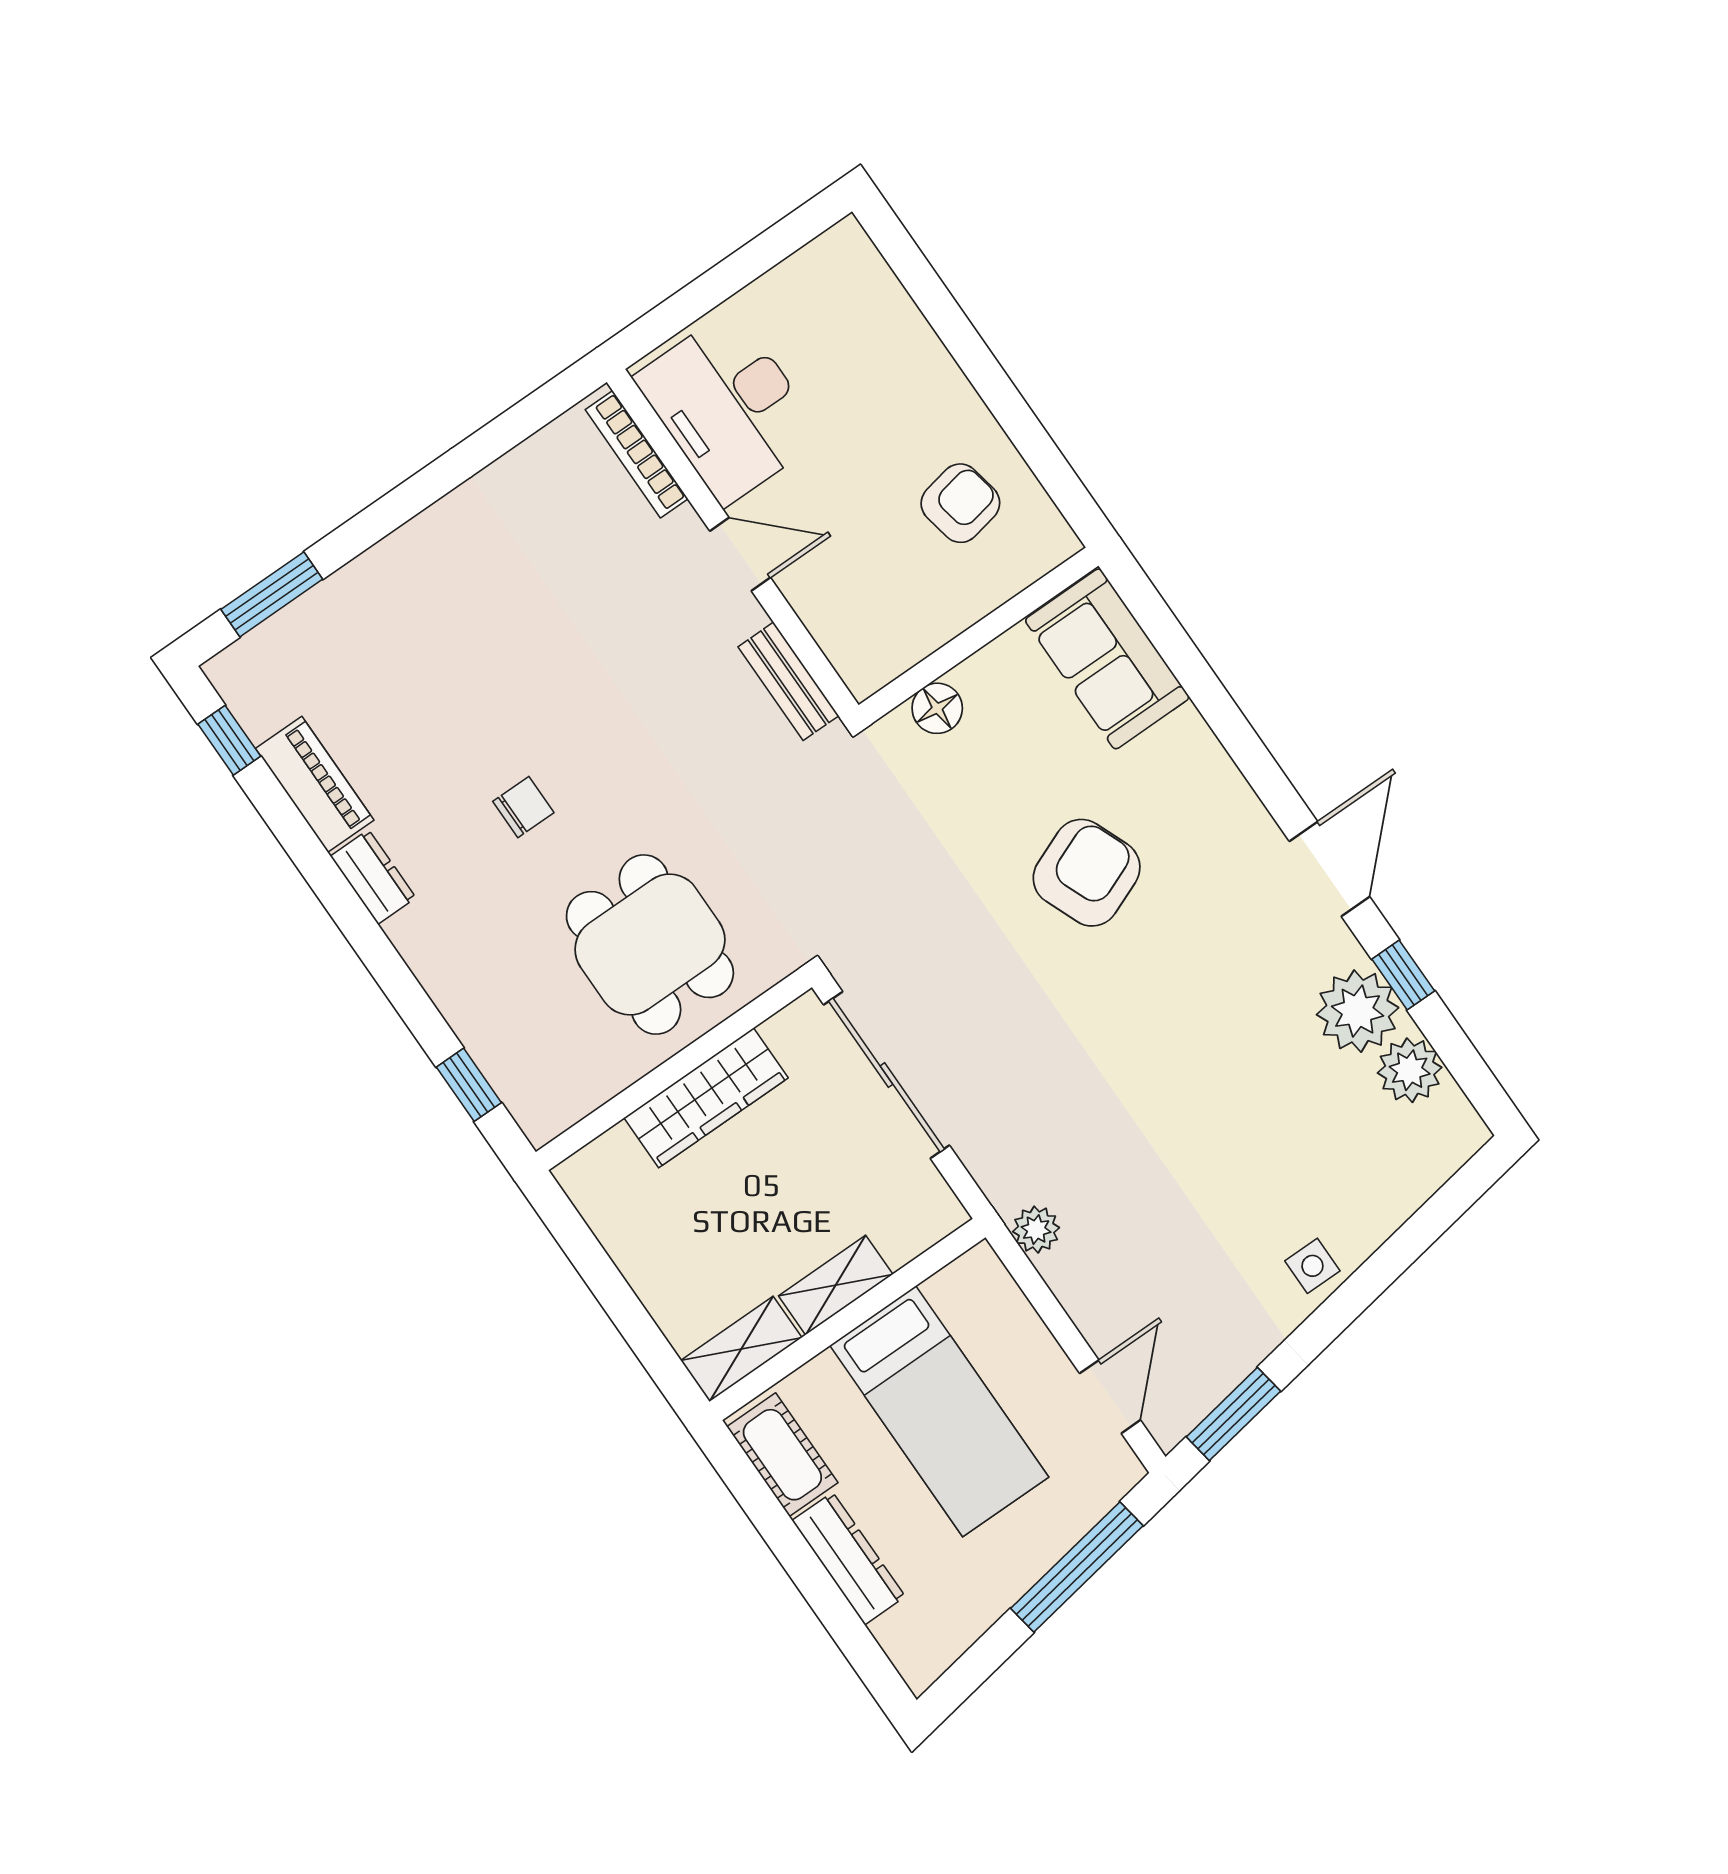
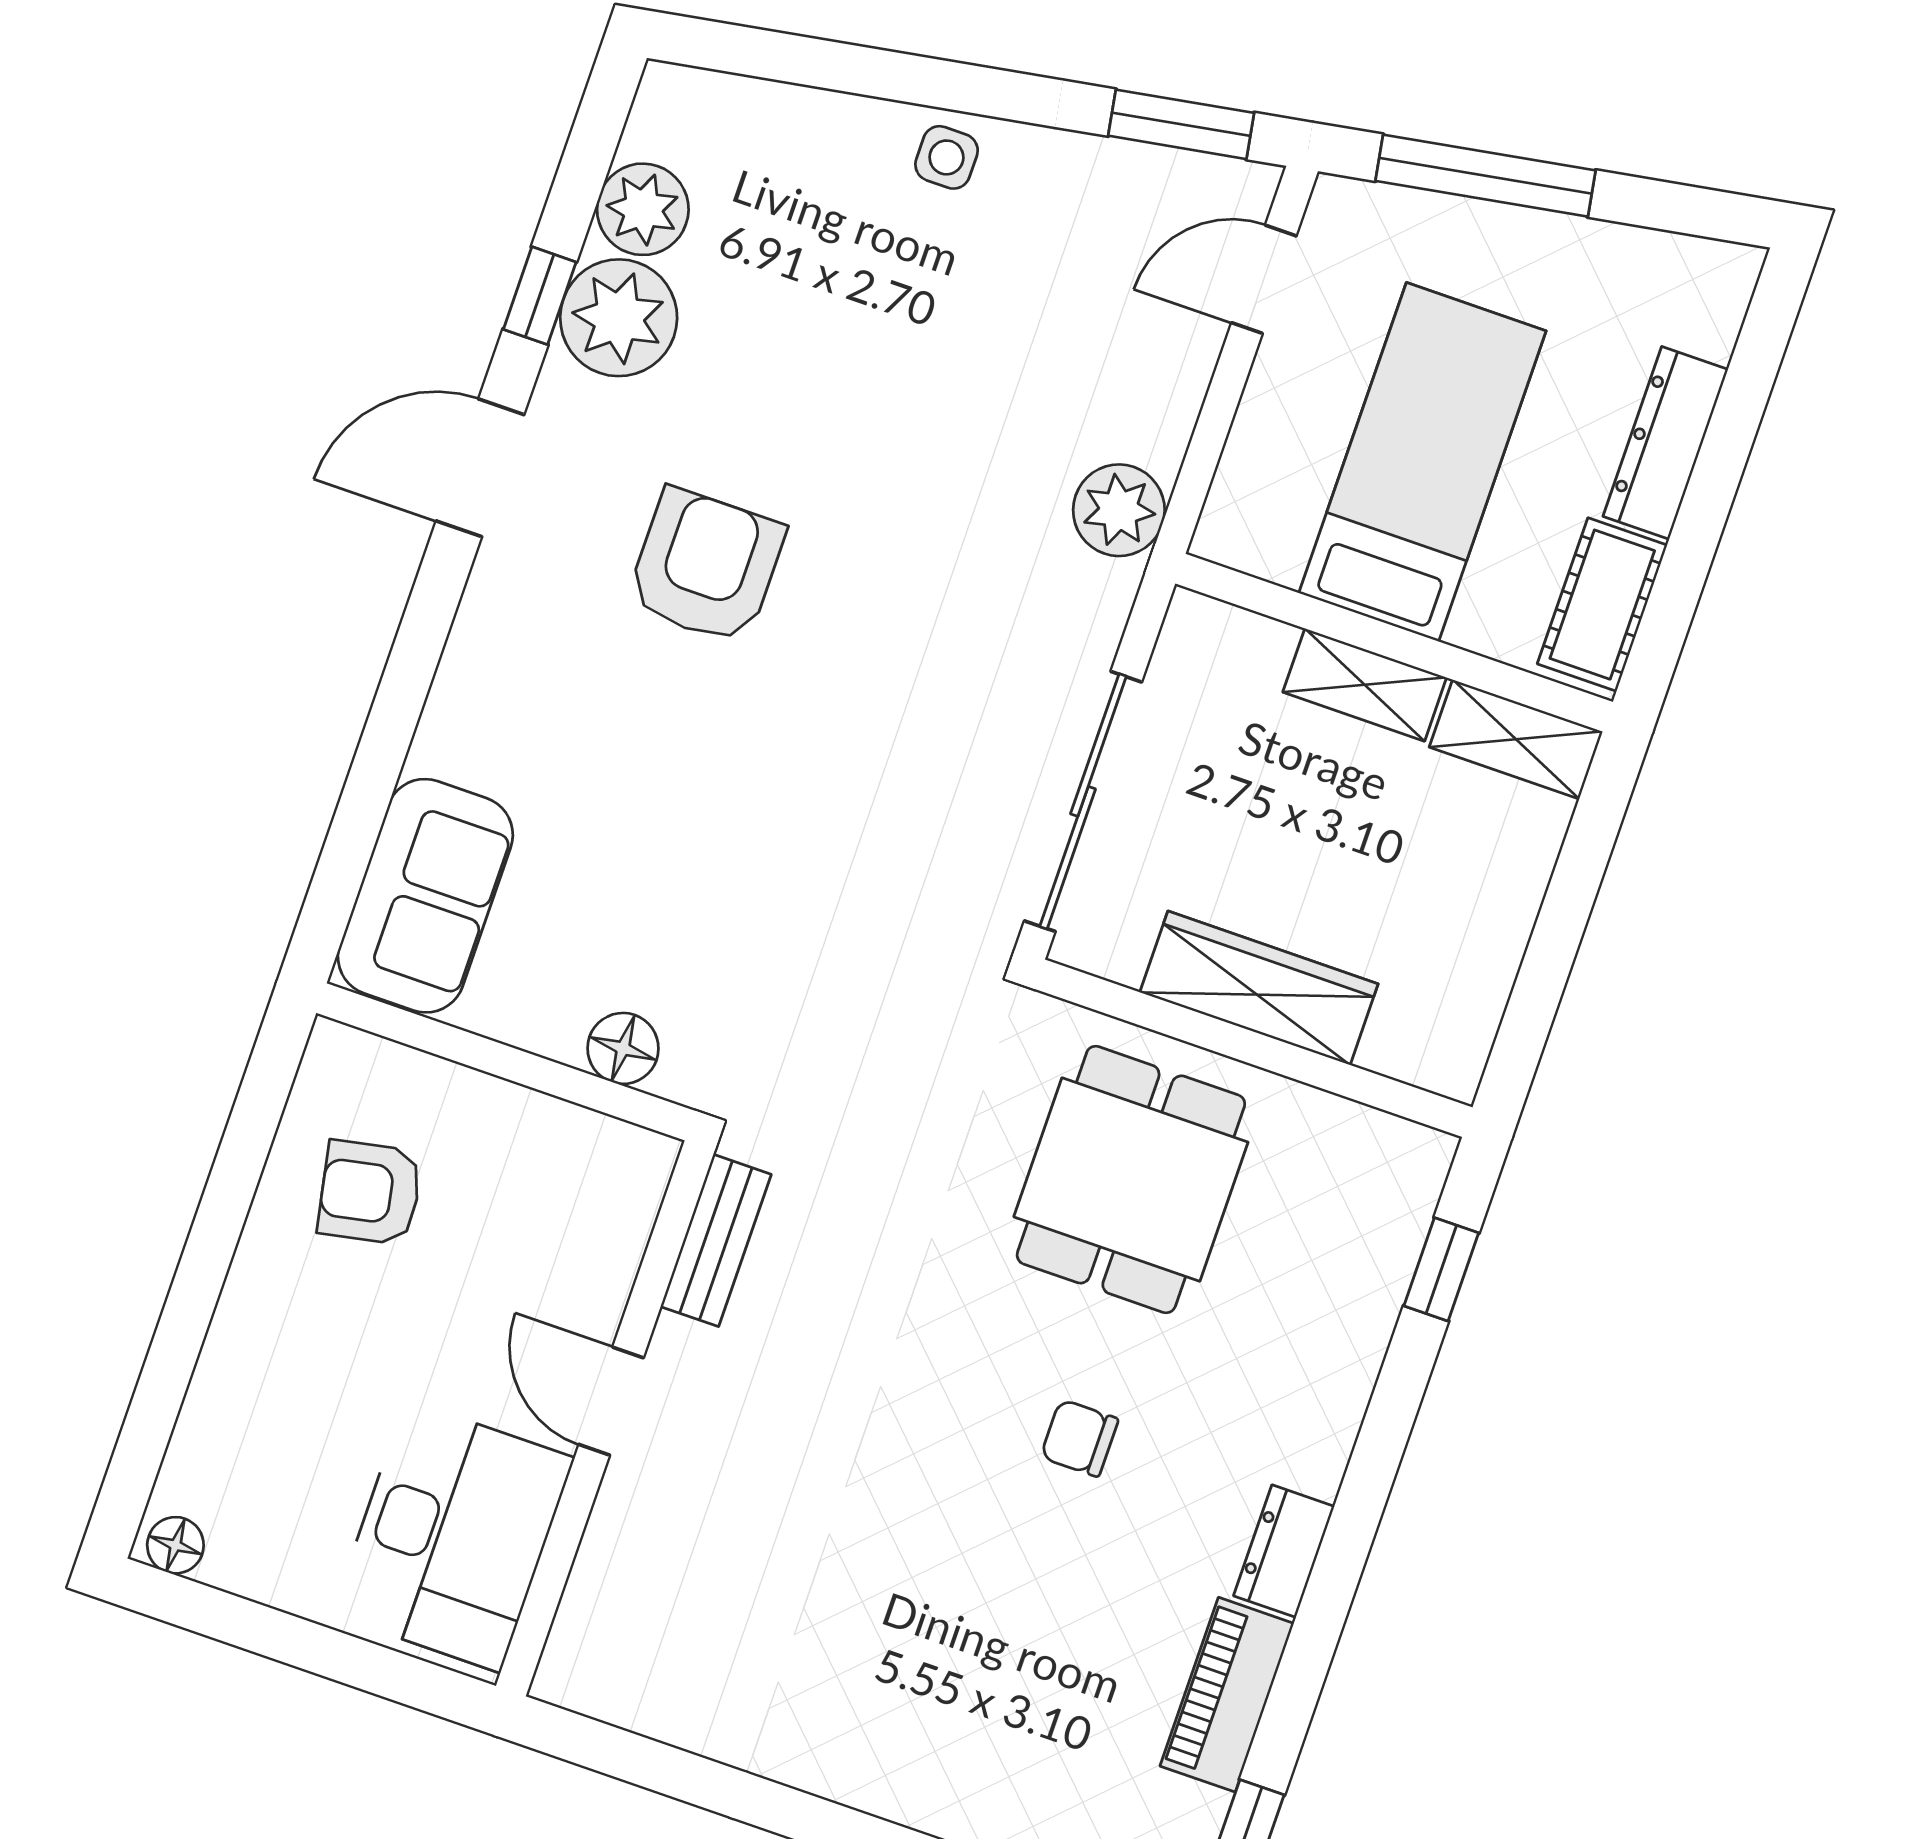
floor lamp: (840, 244) -> (175, 1545), added
bookcase: (637, 454) -> (583, 1602), removed
armchair: (1087, 873) -> (706, 566), moved, turned 112
plant: (1036, 1230) -> (1119, 510), width x1.38, depth x1.38

